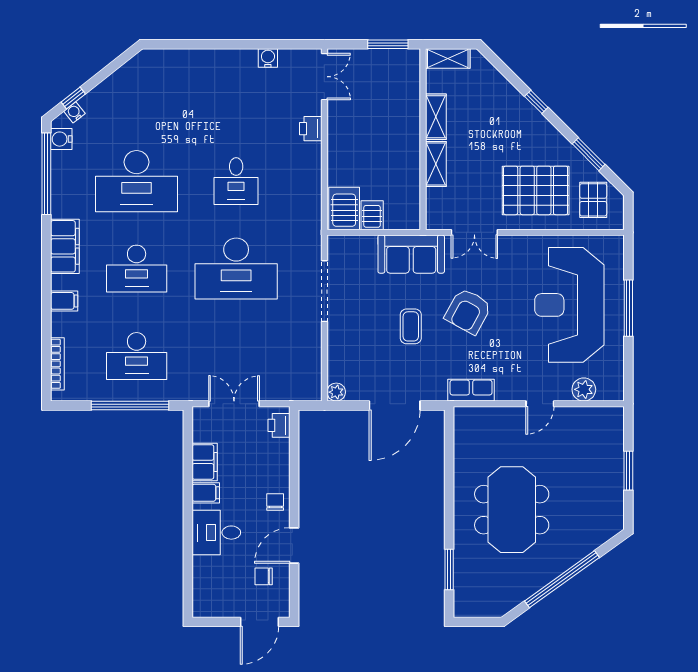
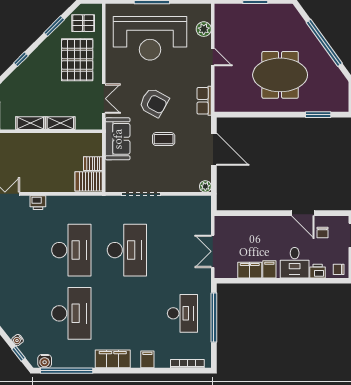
water cooler: (74, 112) -> (18, 340), moved
desk: (236, 181) -> (71, 250), width x1.87, depth x1.30
desk: (137, 269) -> (127, 313), removed
printer: (279, 425) -> (318, 271), moved, turned 180
chair: (275, 502) -> (339, 269), moved

